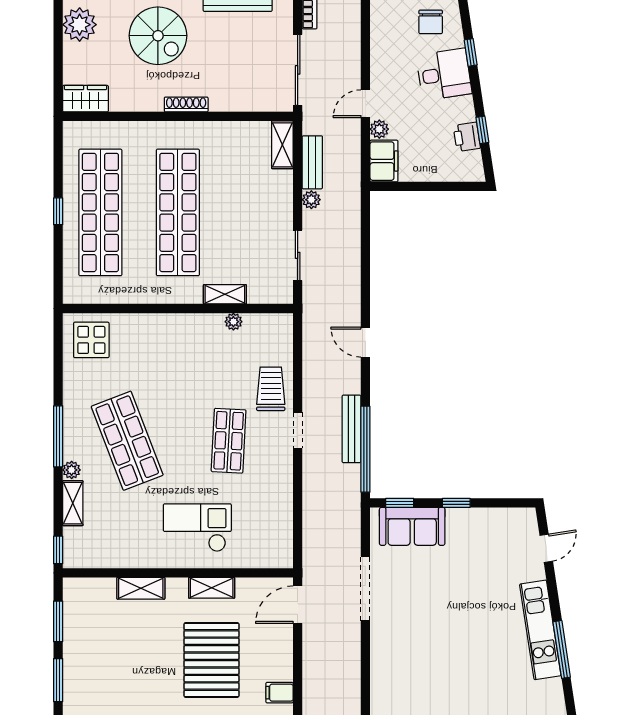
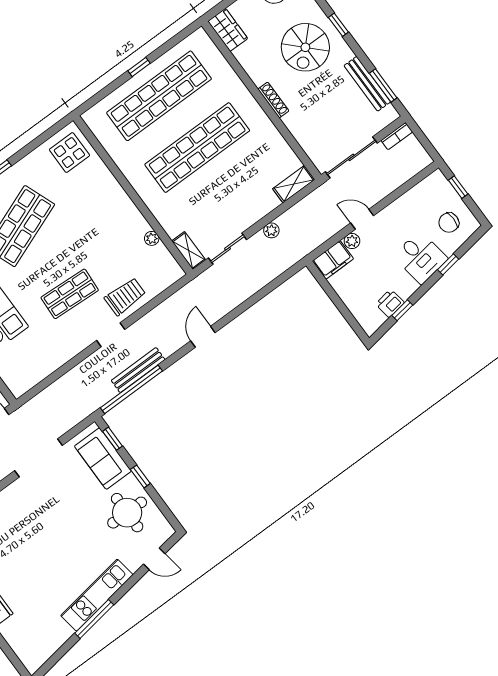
bench: (312, 162) -> (297, 213), removed
shelving: (225, 294) -> (189, 251), moved
round table: (482, 542) -> (127, 513), added

